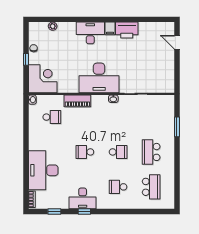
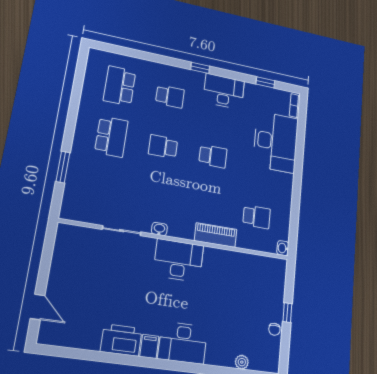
desk: (99, 78) -> (178, 260), width x0.73, depth x0.77
corner desk: (43, 79) -> (265, 278), removed
school desk: (52, 117) -> (256, 217), turned 180
window: (84, 212) -> (200, 68), moved

